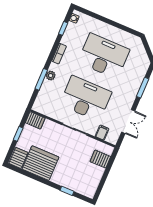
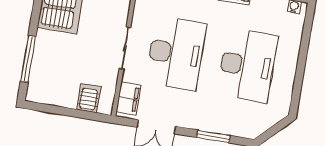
filing cabinet: (102, 133) -> (129, 98), width x2.00
window: (67, 191) -> (28, 59), width x2.17

